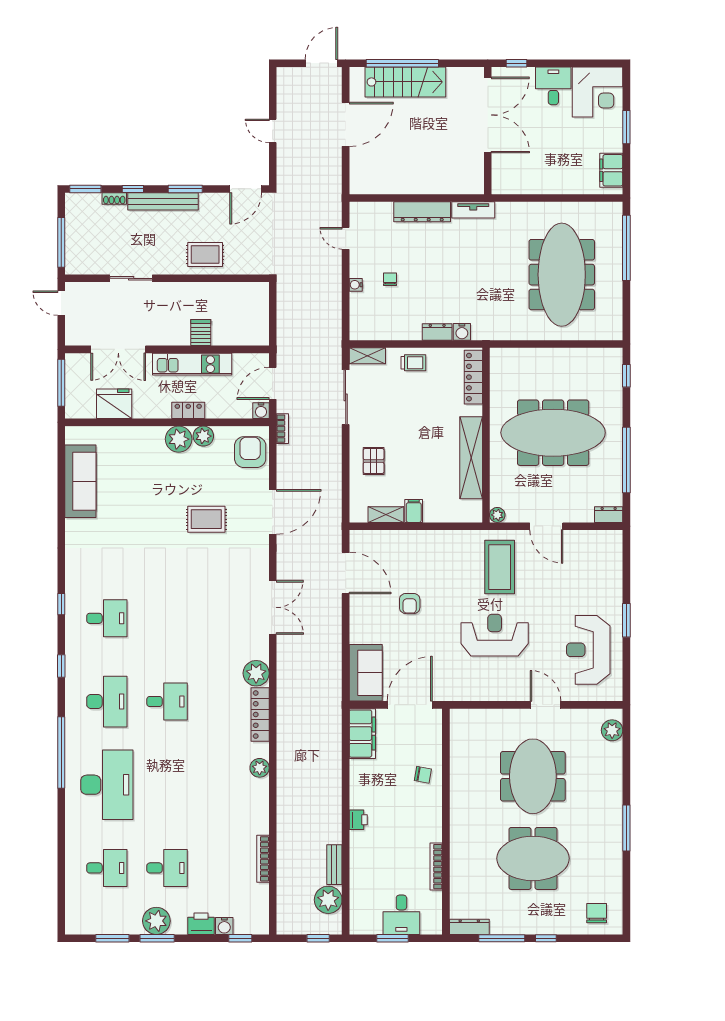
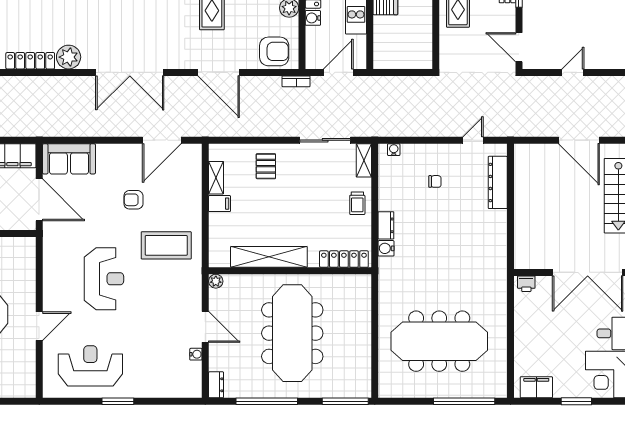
printer: (500, 181) -> (526, 284), added
tv unit: (473, 210) -> (499, 259), removed
dresser: (422, 212) -> (498, 182), moved
water cooler: (356, 285) -> (394, 150), moved
window: (626, 376) -> (345, 401), width x2.17
door: (273, 383) -> (338, 72), hinge flipped
water cooler: (261, 411) -> (313, 18), moved
pallet: (374, 461) -> (266, 166), turned 90
door: (546, 526) -> (205, 327), swing flipped
water cooler: (576, 536) -> (196, 354), added
coffee table: (500, 567) -> (166, 245), moved
double door: (273, 607) -> (130, 72), width x1.36
plant: (612, 730) -> (15, 388), removed

